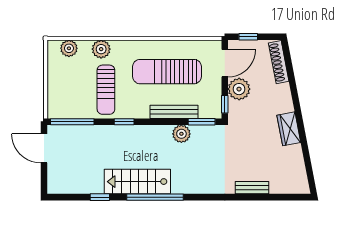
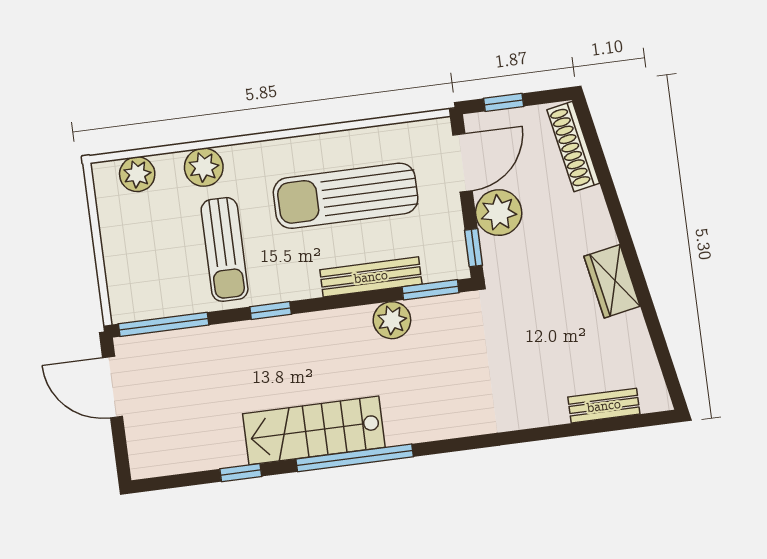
bench: (252, 188) -> (604, 406), moved

